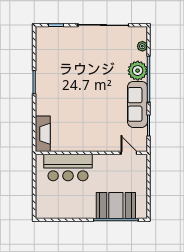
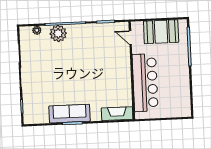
sofa: (137, 104) -> (70, 114), moved, turned 180
door: (129, 153) -> (130, 38), hinge flipped
bar counter: (68, 167) -> (145, 83), width x1.36
booth: (116, 205) -> (161, 32), moved, turned 90

